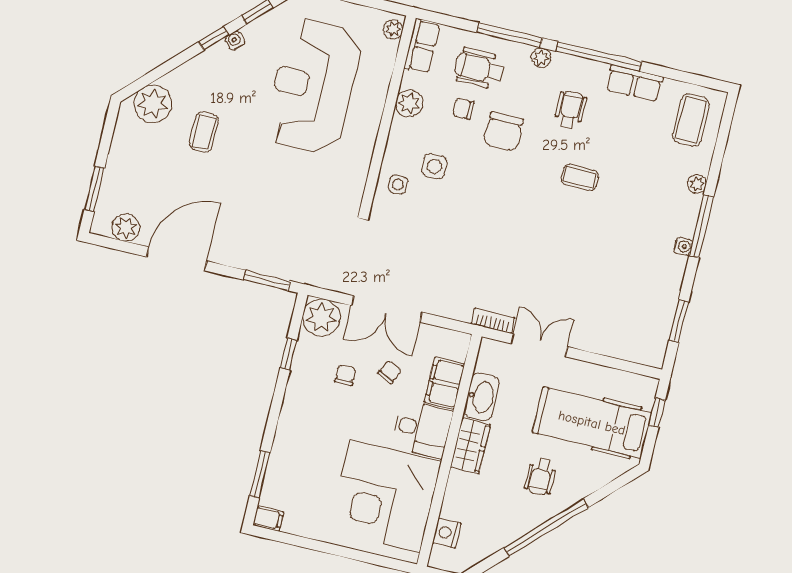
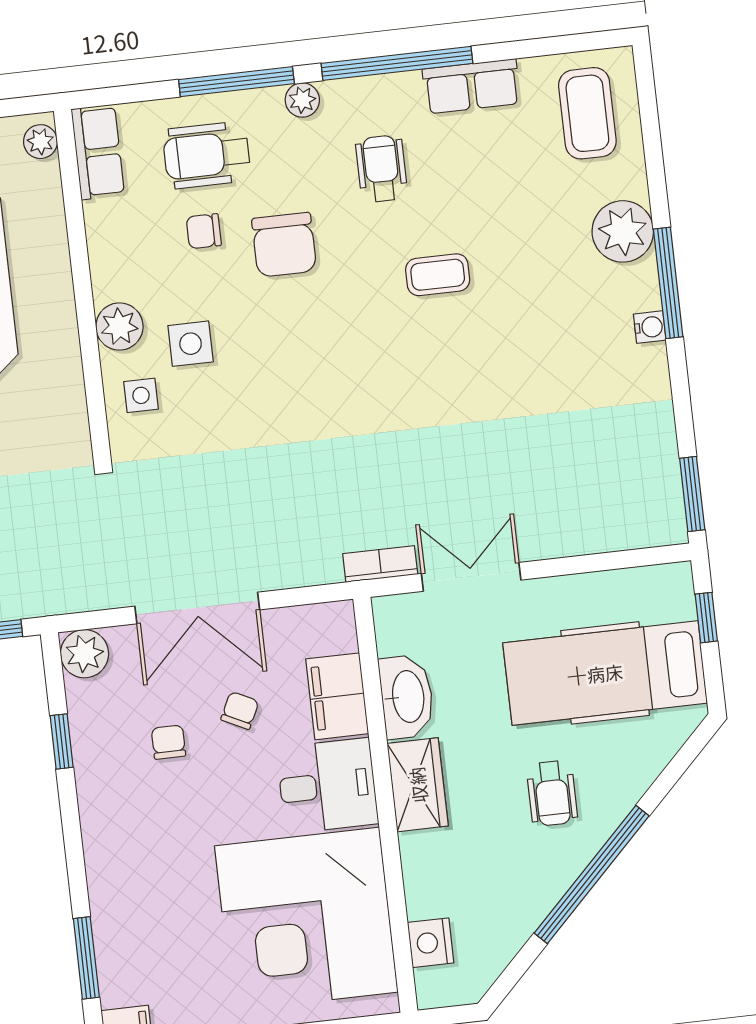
plant: (409, 103) -> (119, 327), moved
plant: (697, 184) -> (623, 231), width x1.88, depth x1.88
plant: (321, 317) -> (84, 654), width x0.73, depth x0.73
window: (679, 321) -> (692, 494), moved

